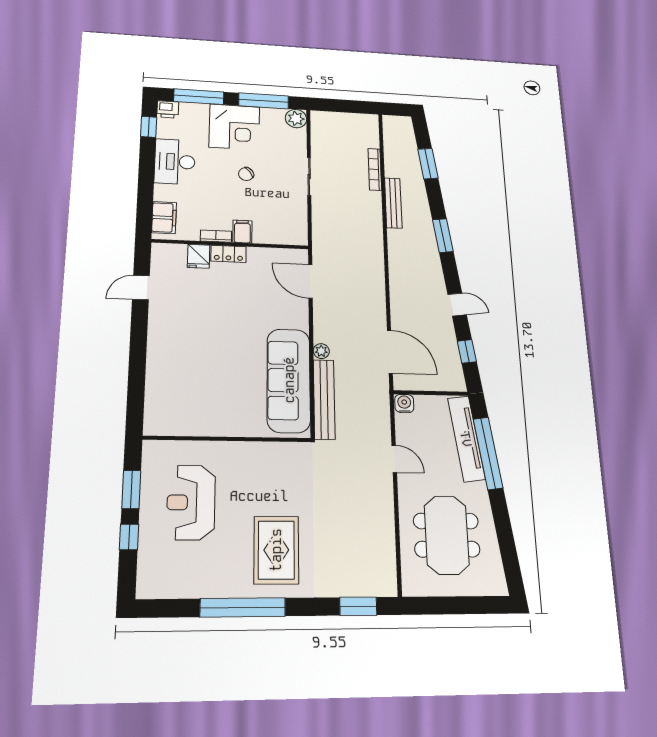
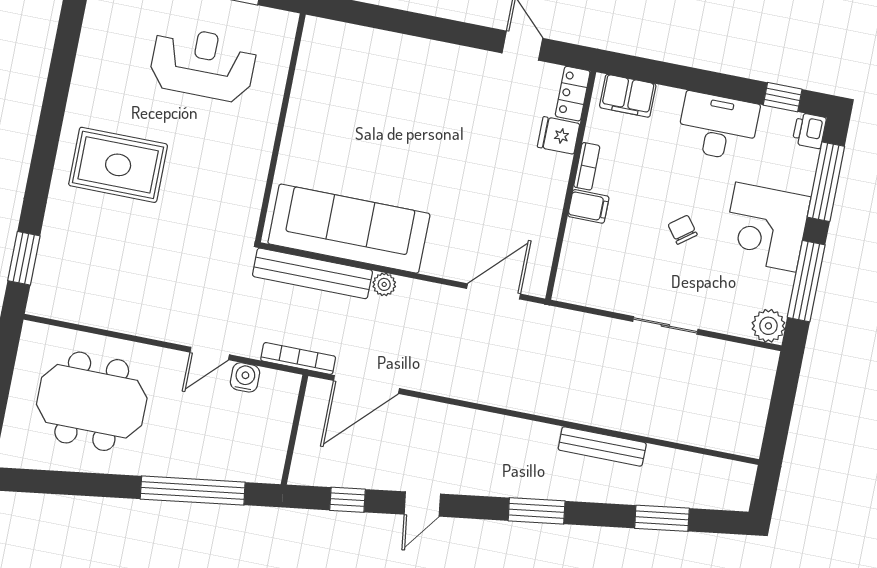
bookcase: (375, 169) -> (298, 358), moved
locker: (228, 254) -> (573, 94), moved
water cooler: (404, 404) -> (245, 377), moved, turned -90
tv unit: (466, 439) -> (219, 465), removed
window: (243, 607) -> (54, 107), removed

